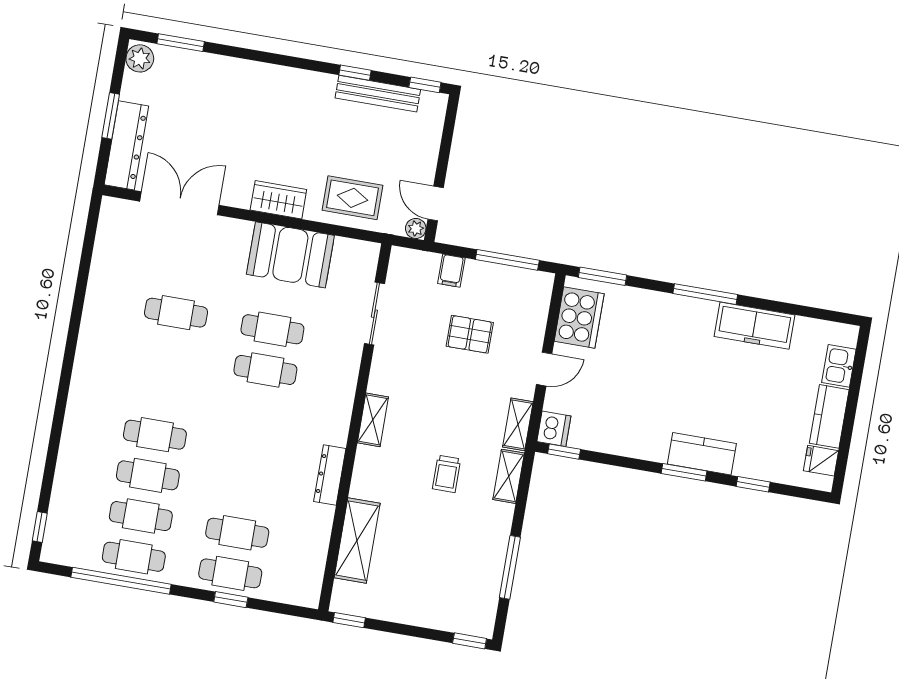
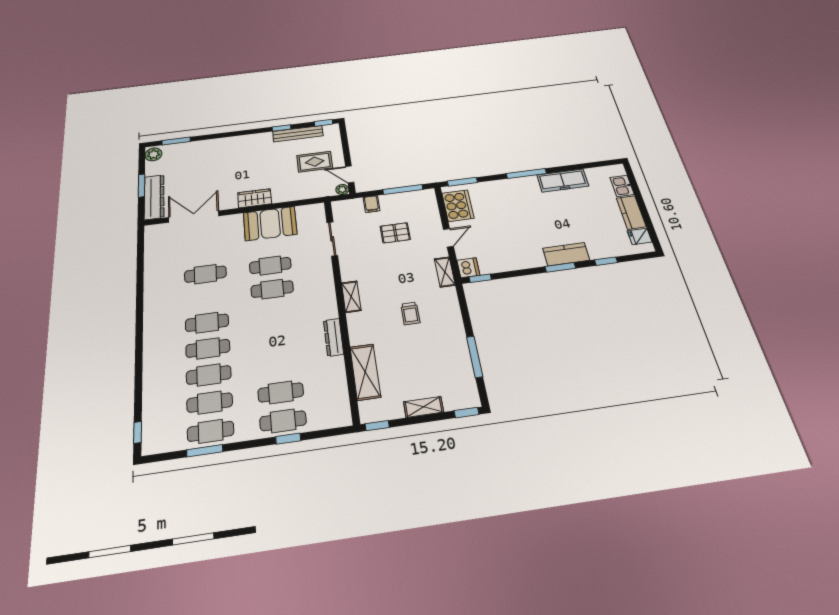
rug: (352, 198) -> (315, 162), moved
cafe table: (162, 394) -> (207, 323), added
shelving: (509, 476) -> (423, 407), moved, turned 90
window: (121, 581) -> (205, 451), width x0.47

